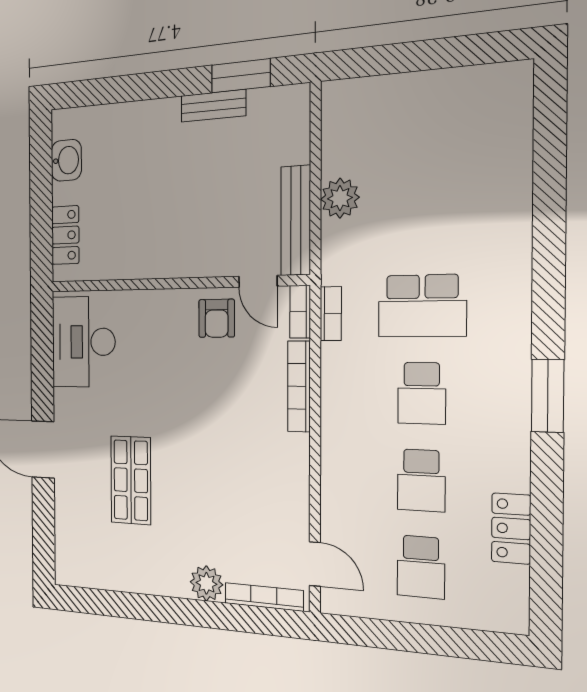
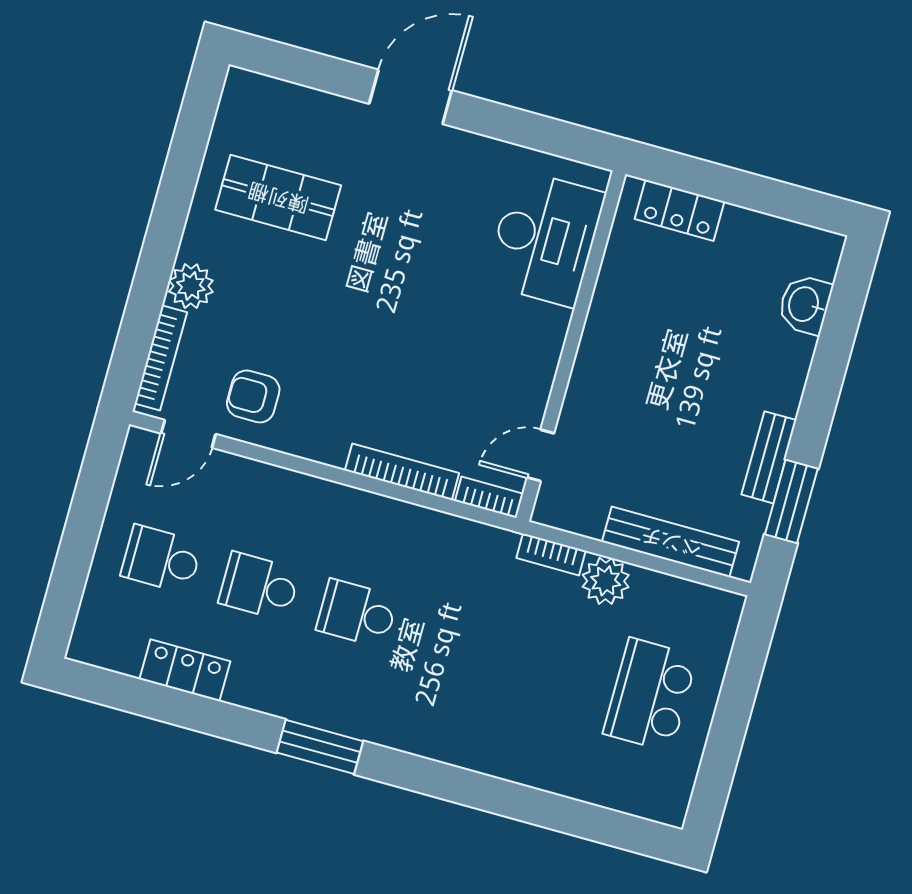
washbasin: (66, 160) -> (805, 304), moved, turned 90
bench: (296, 221) -> (671, 542), moved
school desk: (422, 306) -> (650, 695), moved
bookcase: (331, 314) -> (551, 554), moved
armchair: (217, 318) -> (253, 396), moved
desk: (84, 342) -> (545, 238), moved, turned 90
shop shelf: (131, 480) -> (278, 198), moved

